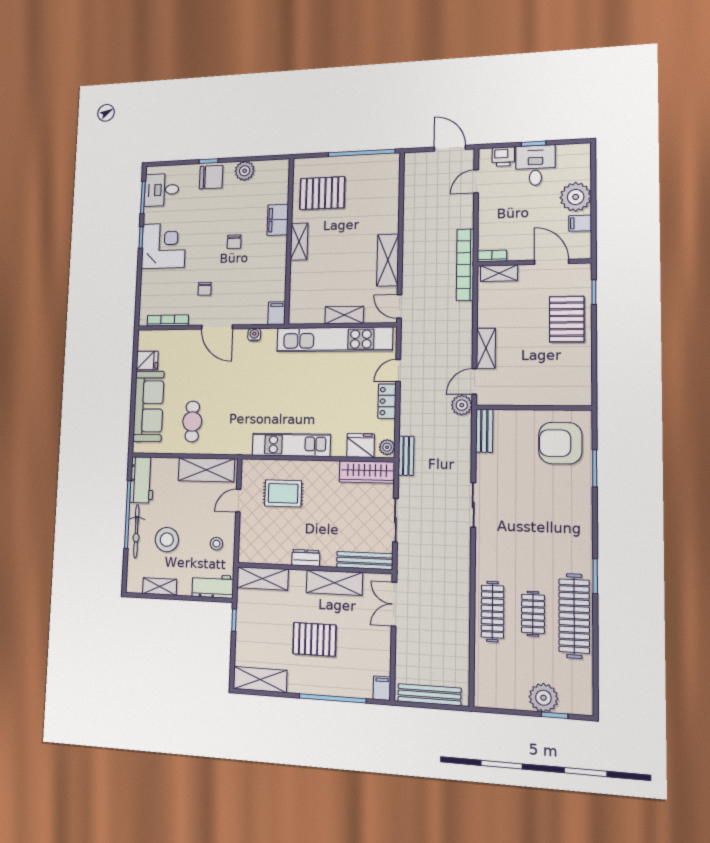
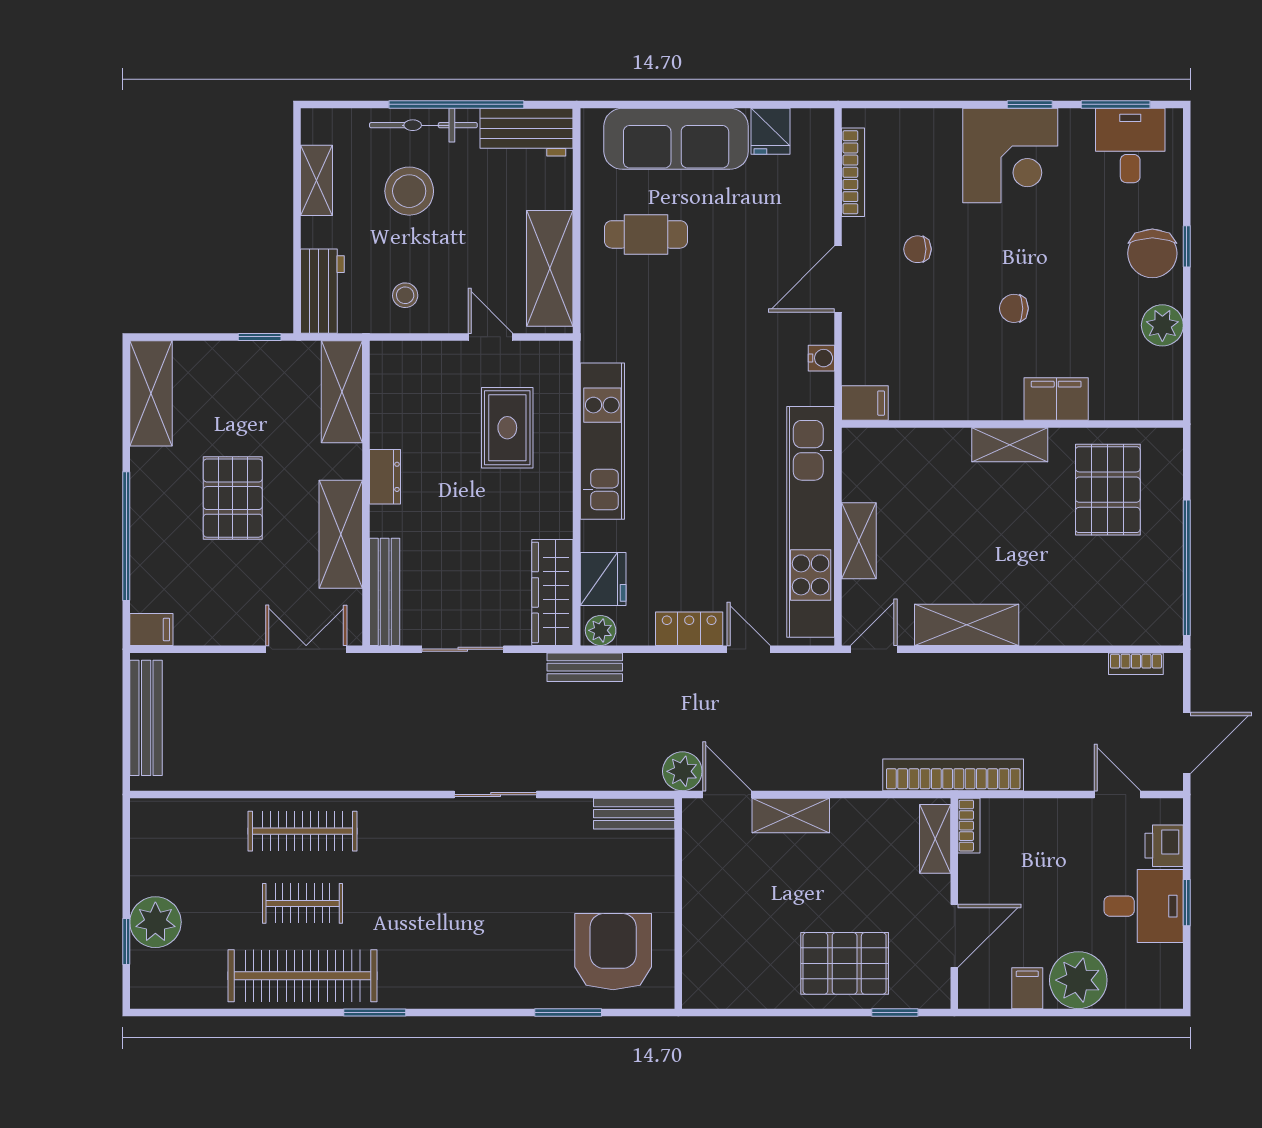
bookcase: (409, 175) -> (1136, 664), added

